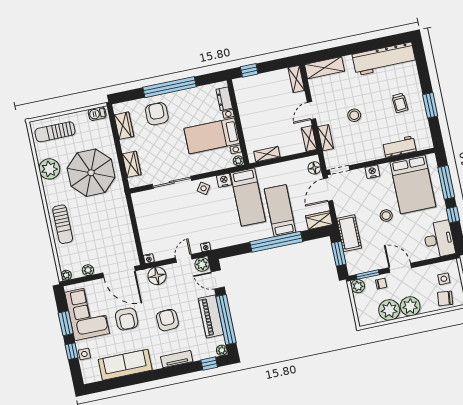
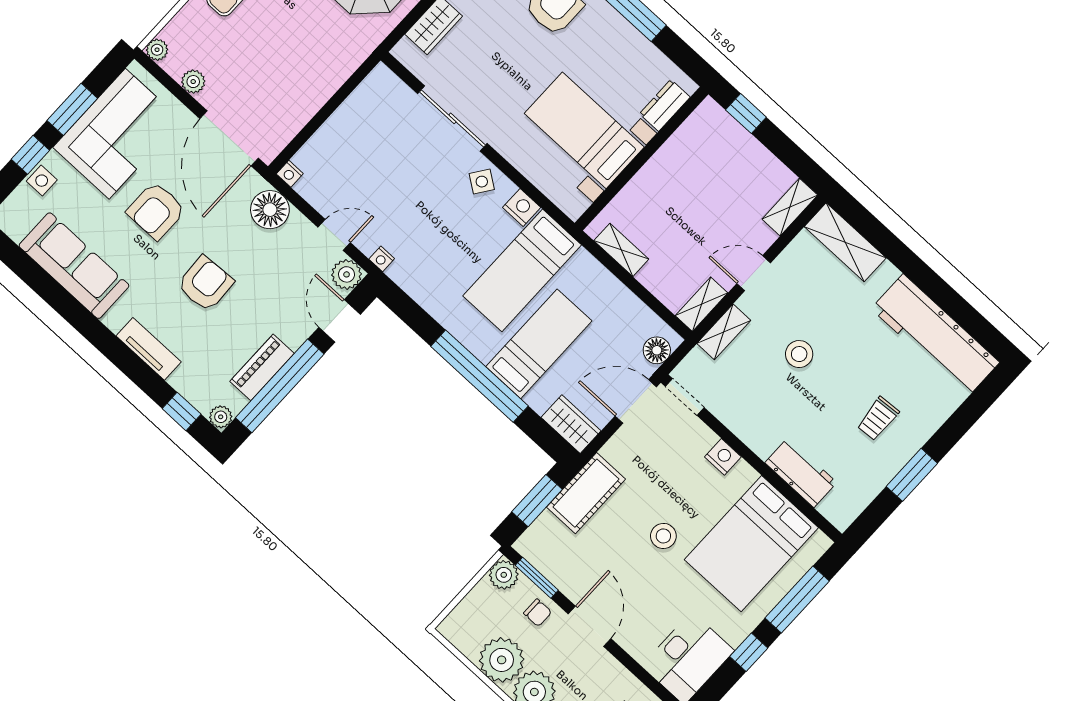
plant: (238, 161) -> (574, 208), removed
piano: (211, 316) -> (262, 367), width x0.73, depth x0.75

